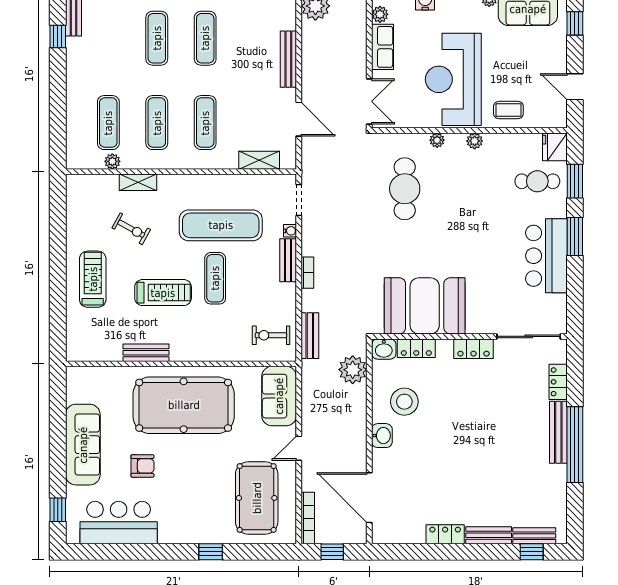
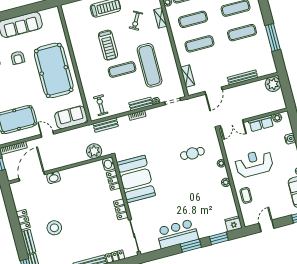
reception desk: (453, 79) -> (254, 163), width x0.74, depth x0.77
cafe table: (537, 181) -> (214, 219), removed
cafe table: (405, 189) -> (192, 153), width x0.73, depth x0.74
bench: (146, 353) -> (75, 44), removed
stool: (404, 402) -> (54, 228), moved
washbasin: (382, 436) -> (54, 178), moved

